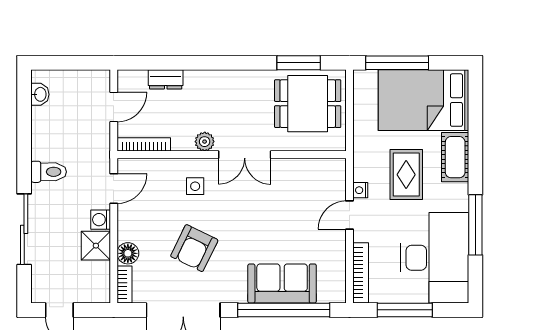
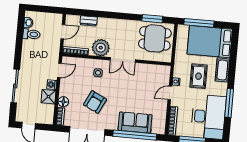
plant: (205, 142) -> (101, 48), width x1.87, depth x1.87
toilet: (49, 172) -> (32, 34), moved

